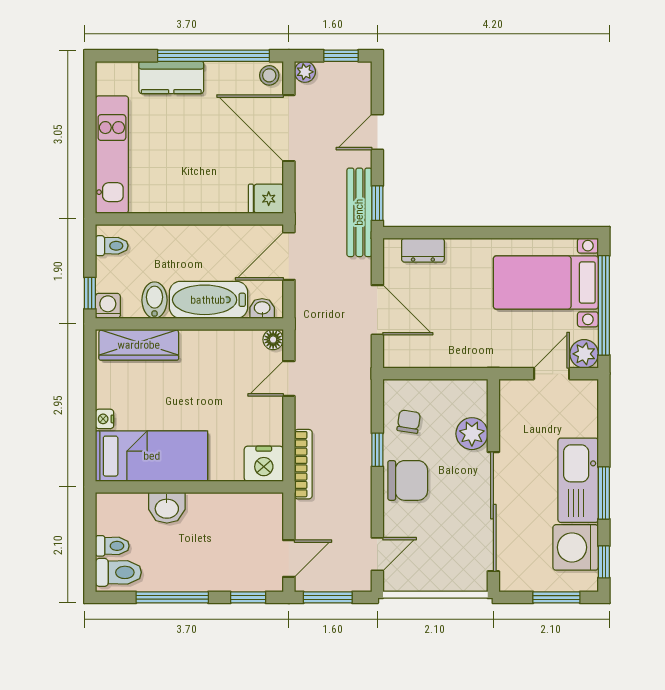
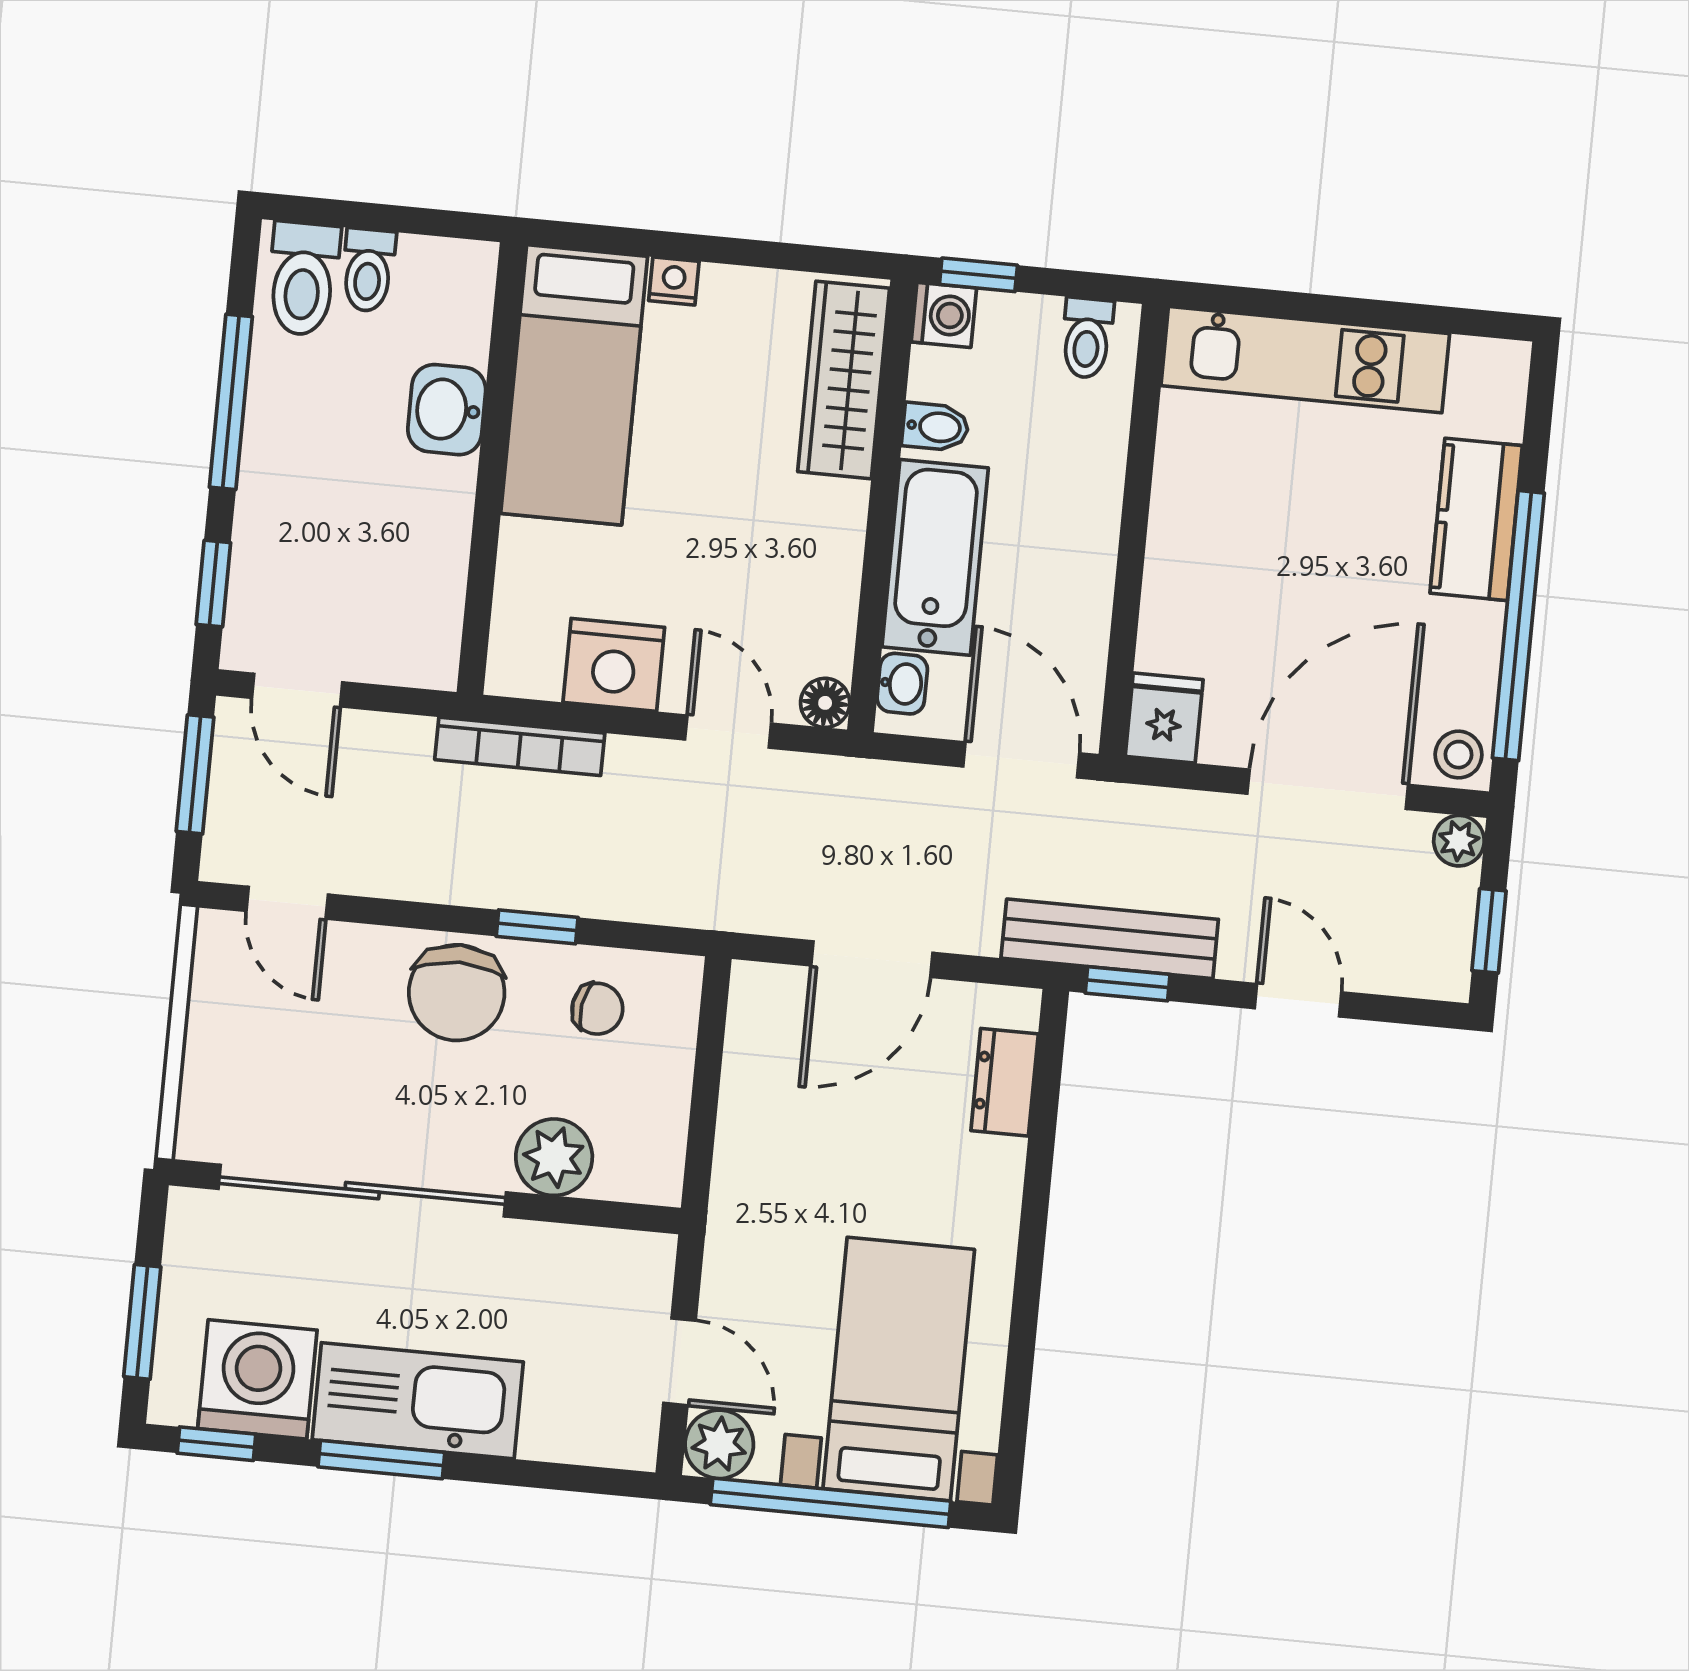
bidet: (155, 300) -> (935, 427), width x0.72, depth x0.74
nightstand: (264, 464) -> (614, 665), moved, turned -90

